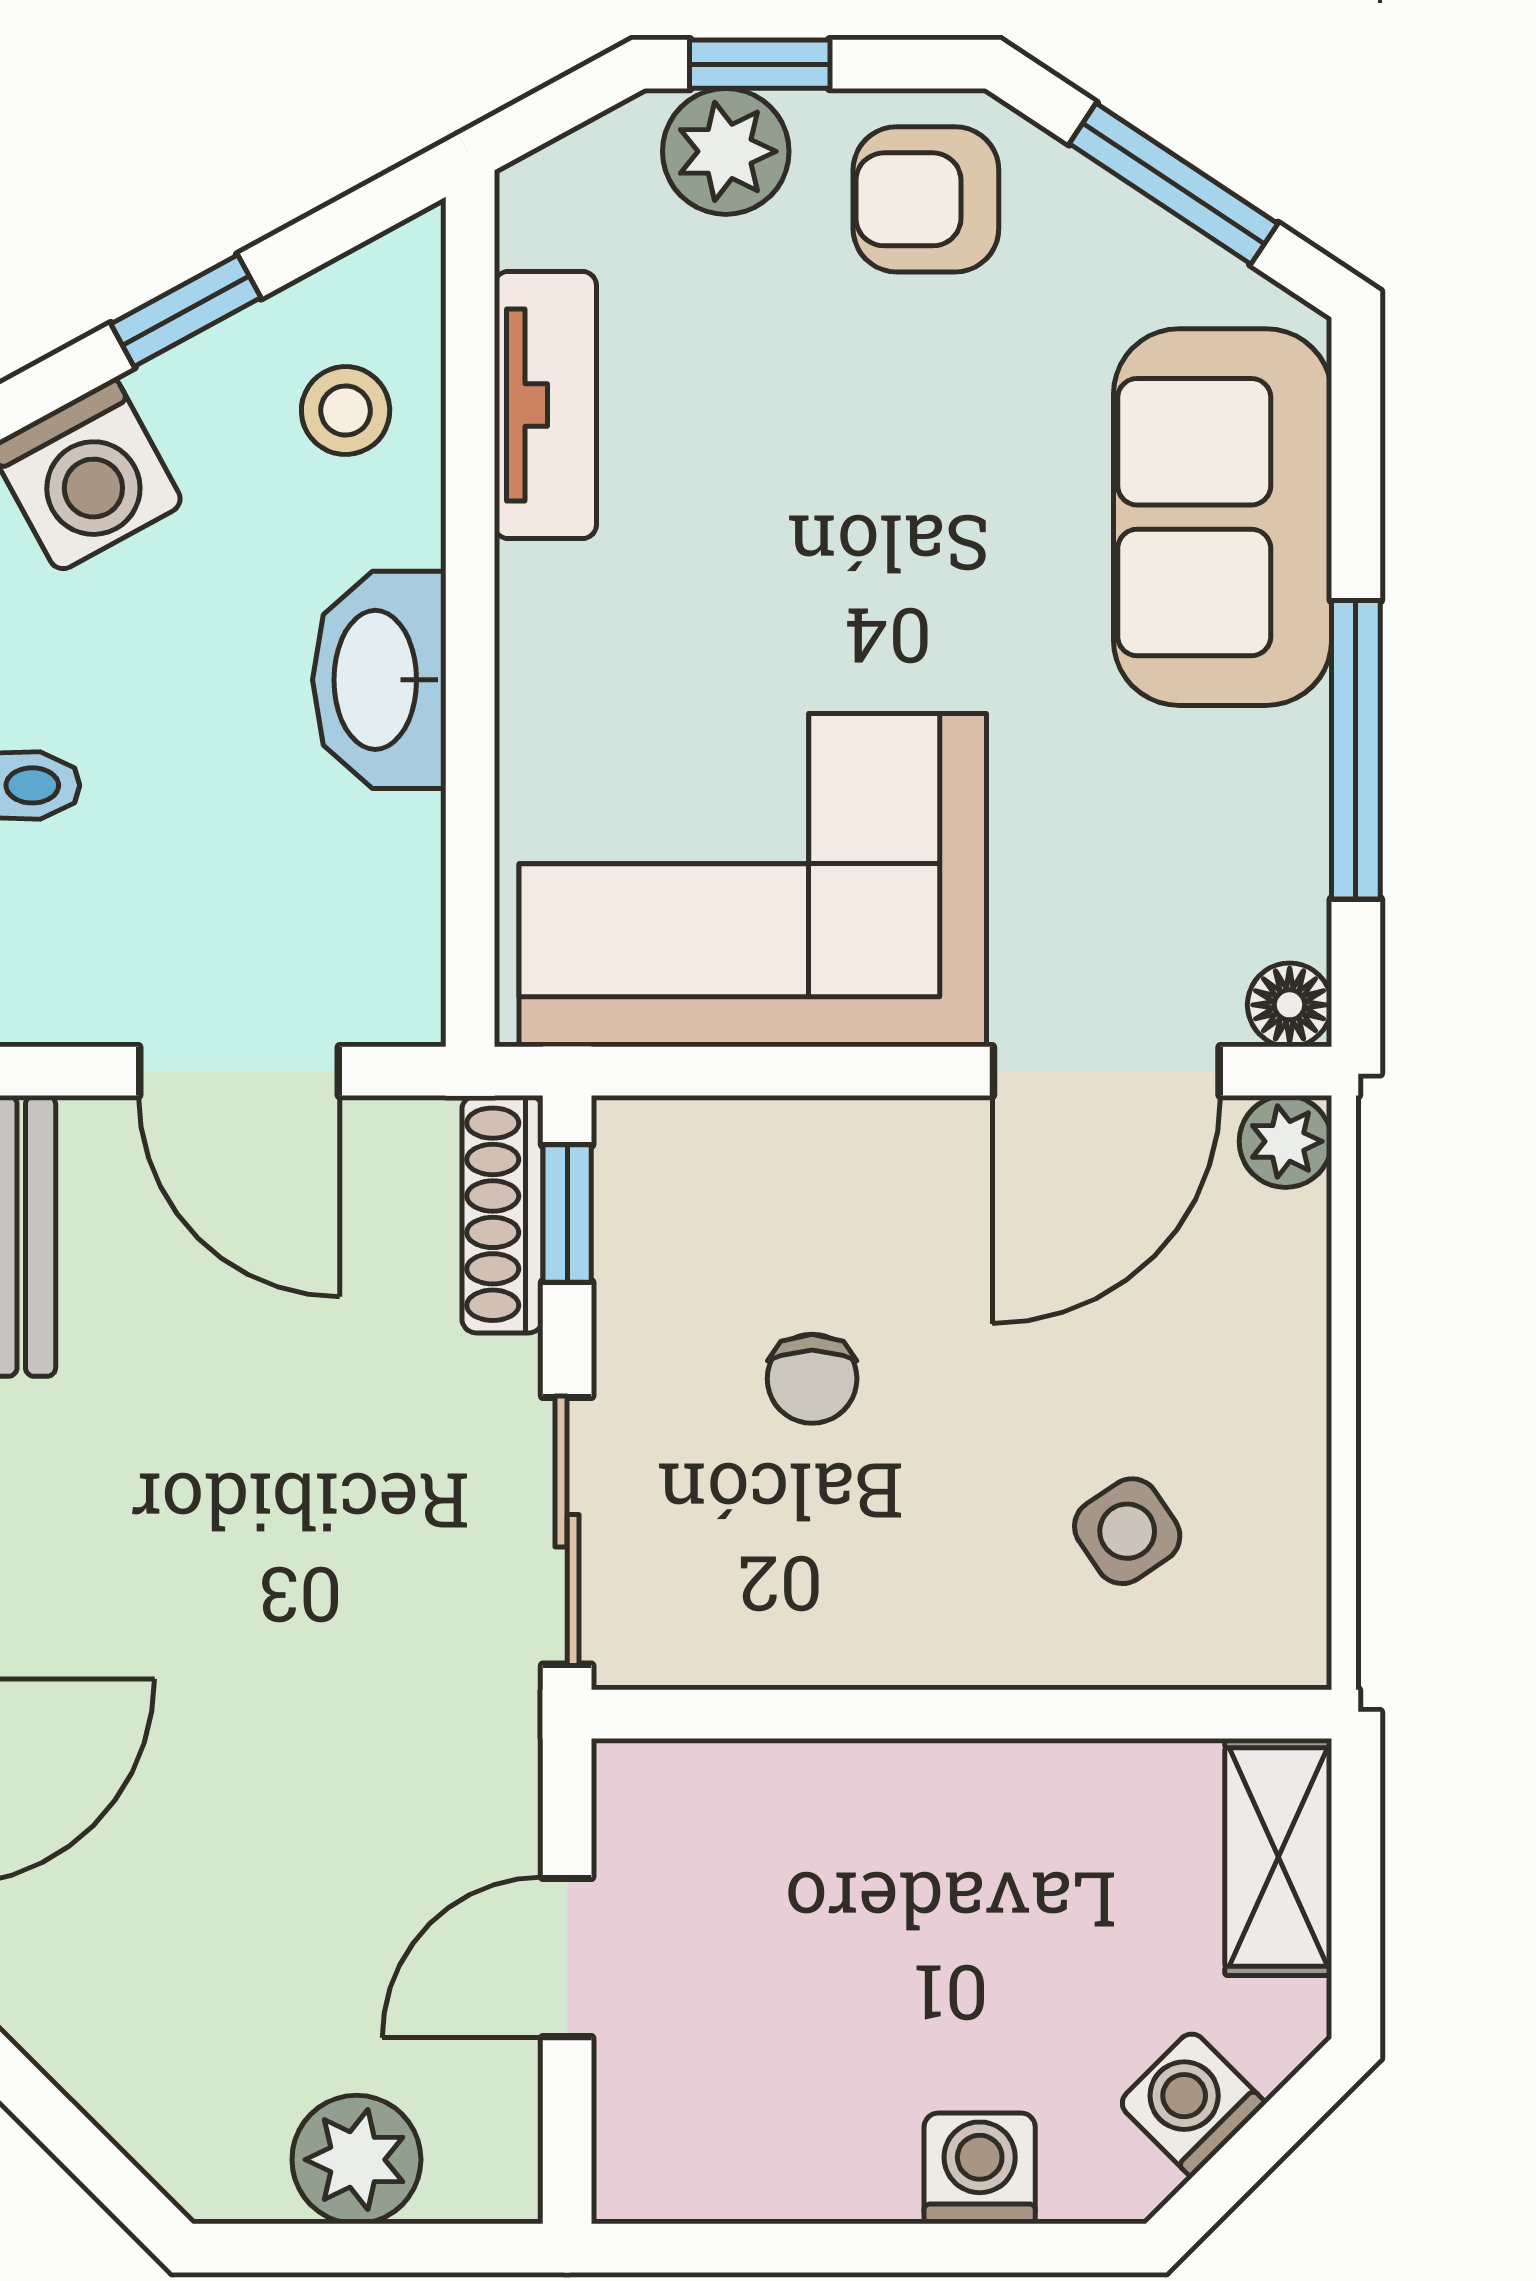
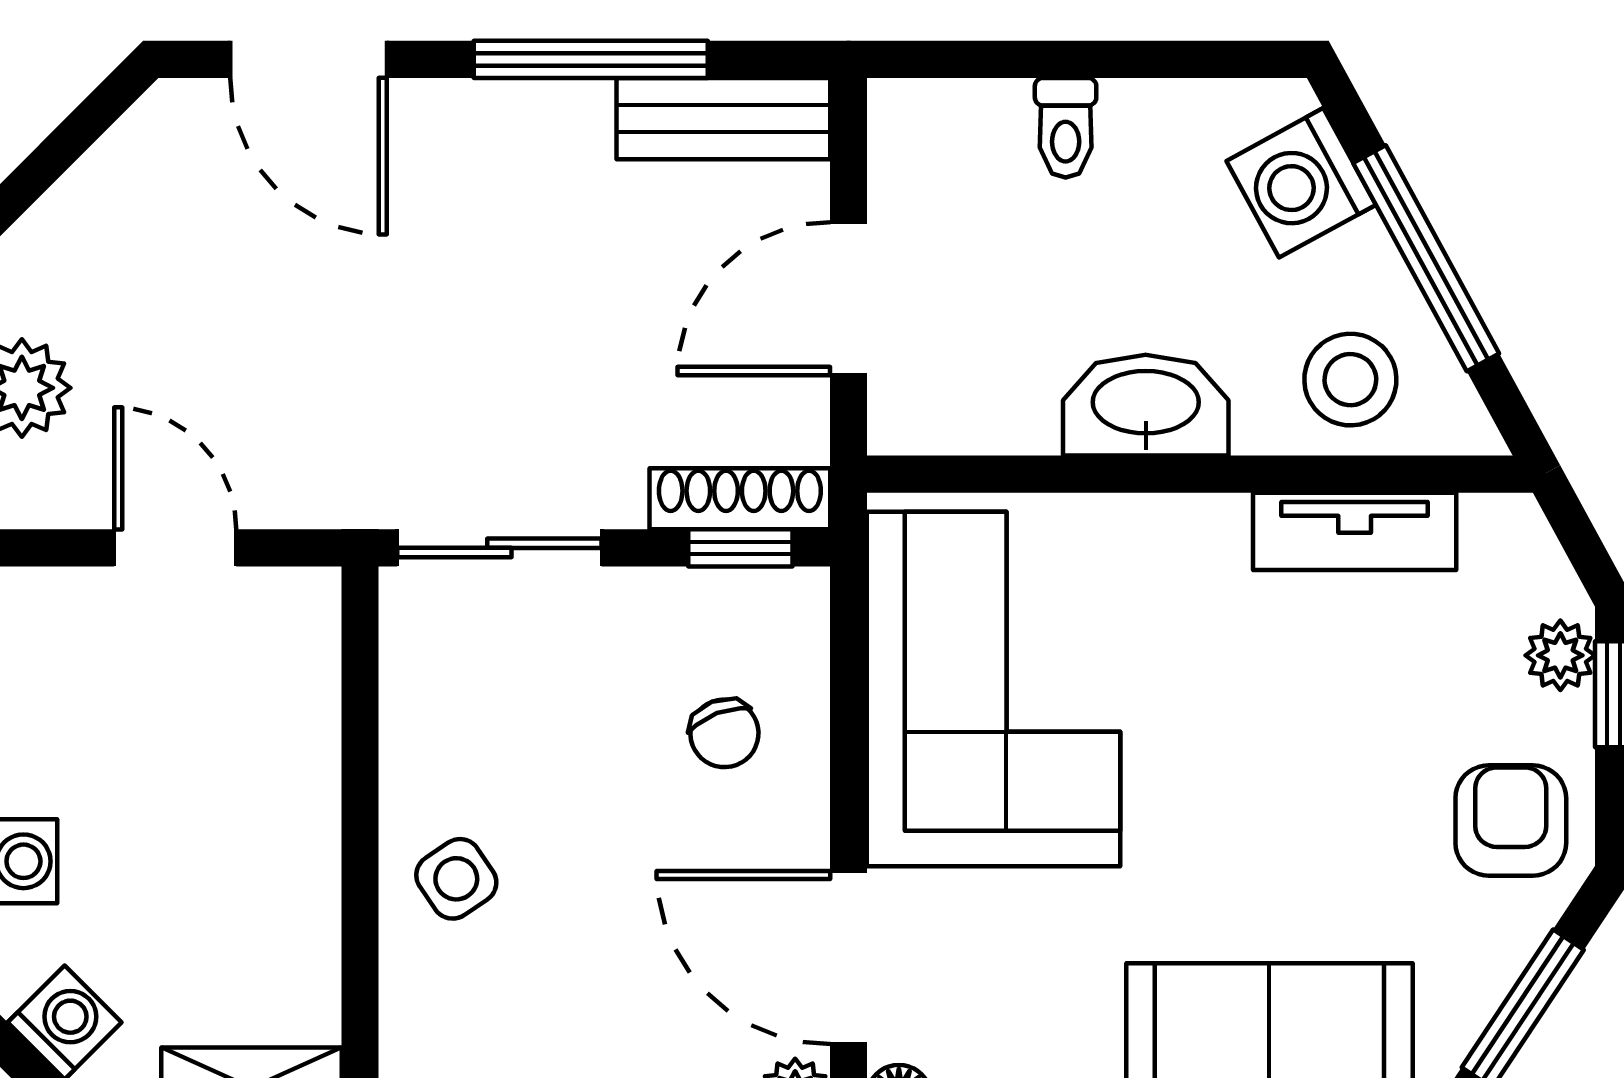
plant: (726, 151) -> (1560, 655), width x0.73, depth x0.73
window: (186, 311) -> (1426, 258), width x2.17
stool: (346, 411) -> (1350, 380), width x1.37, depth x1.37
chair: (812, 1379) -> (724, 733), moved, turned -111
side table: (1127, 1531) -> (456, 879), moved

